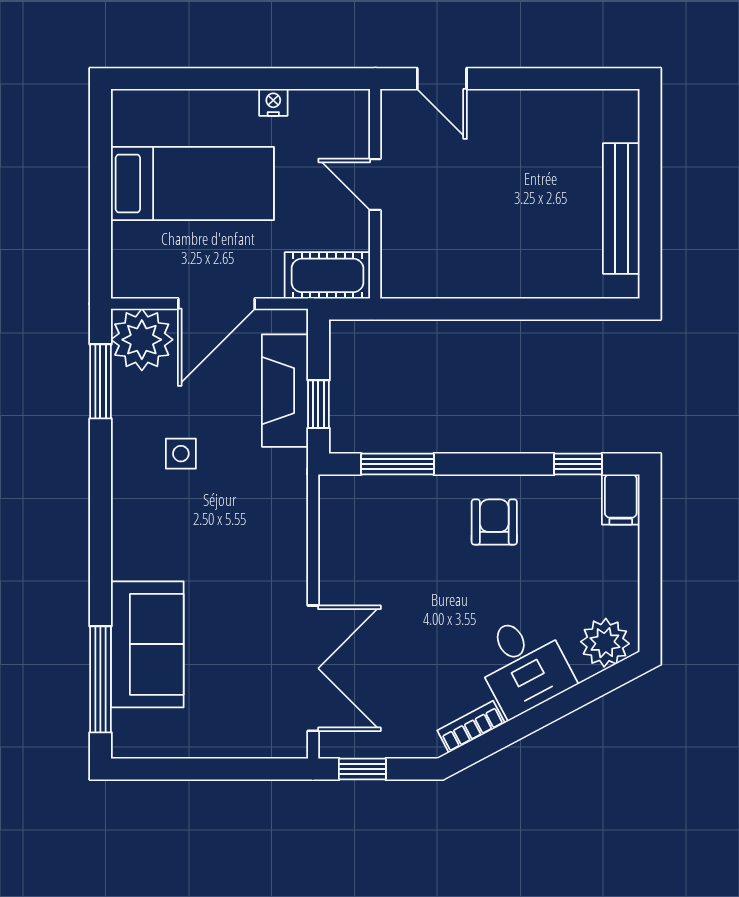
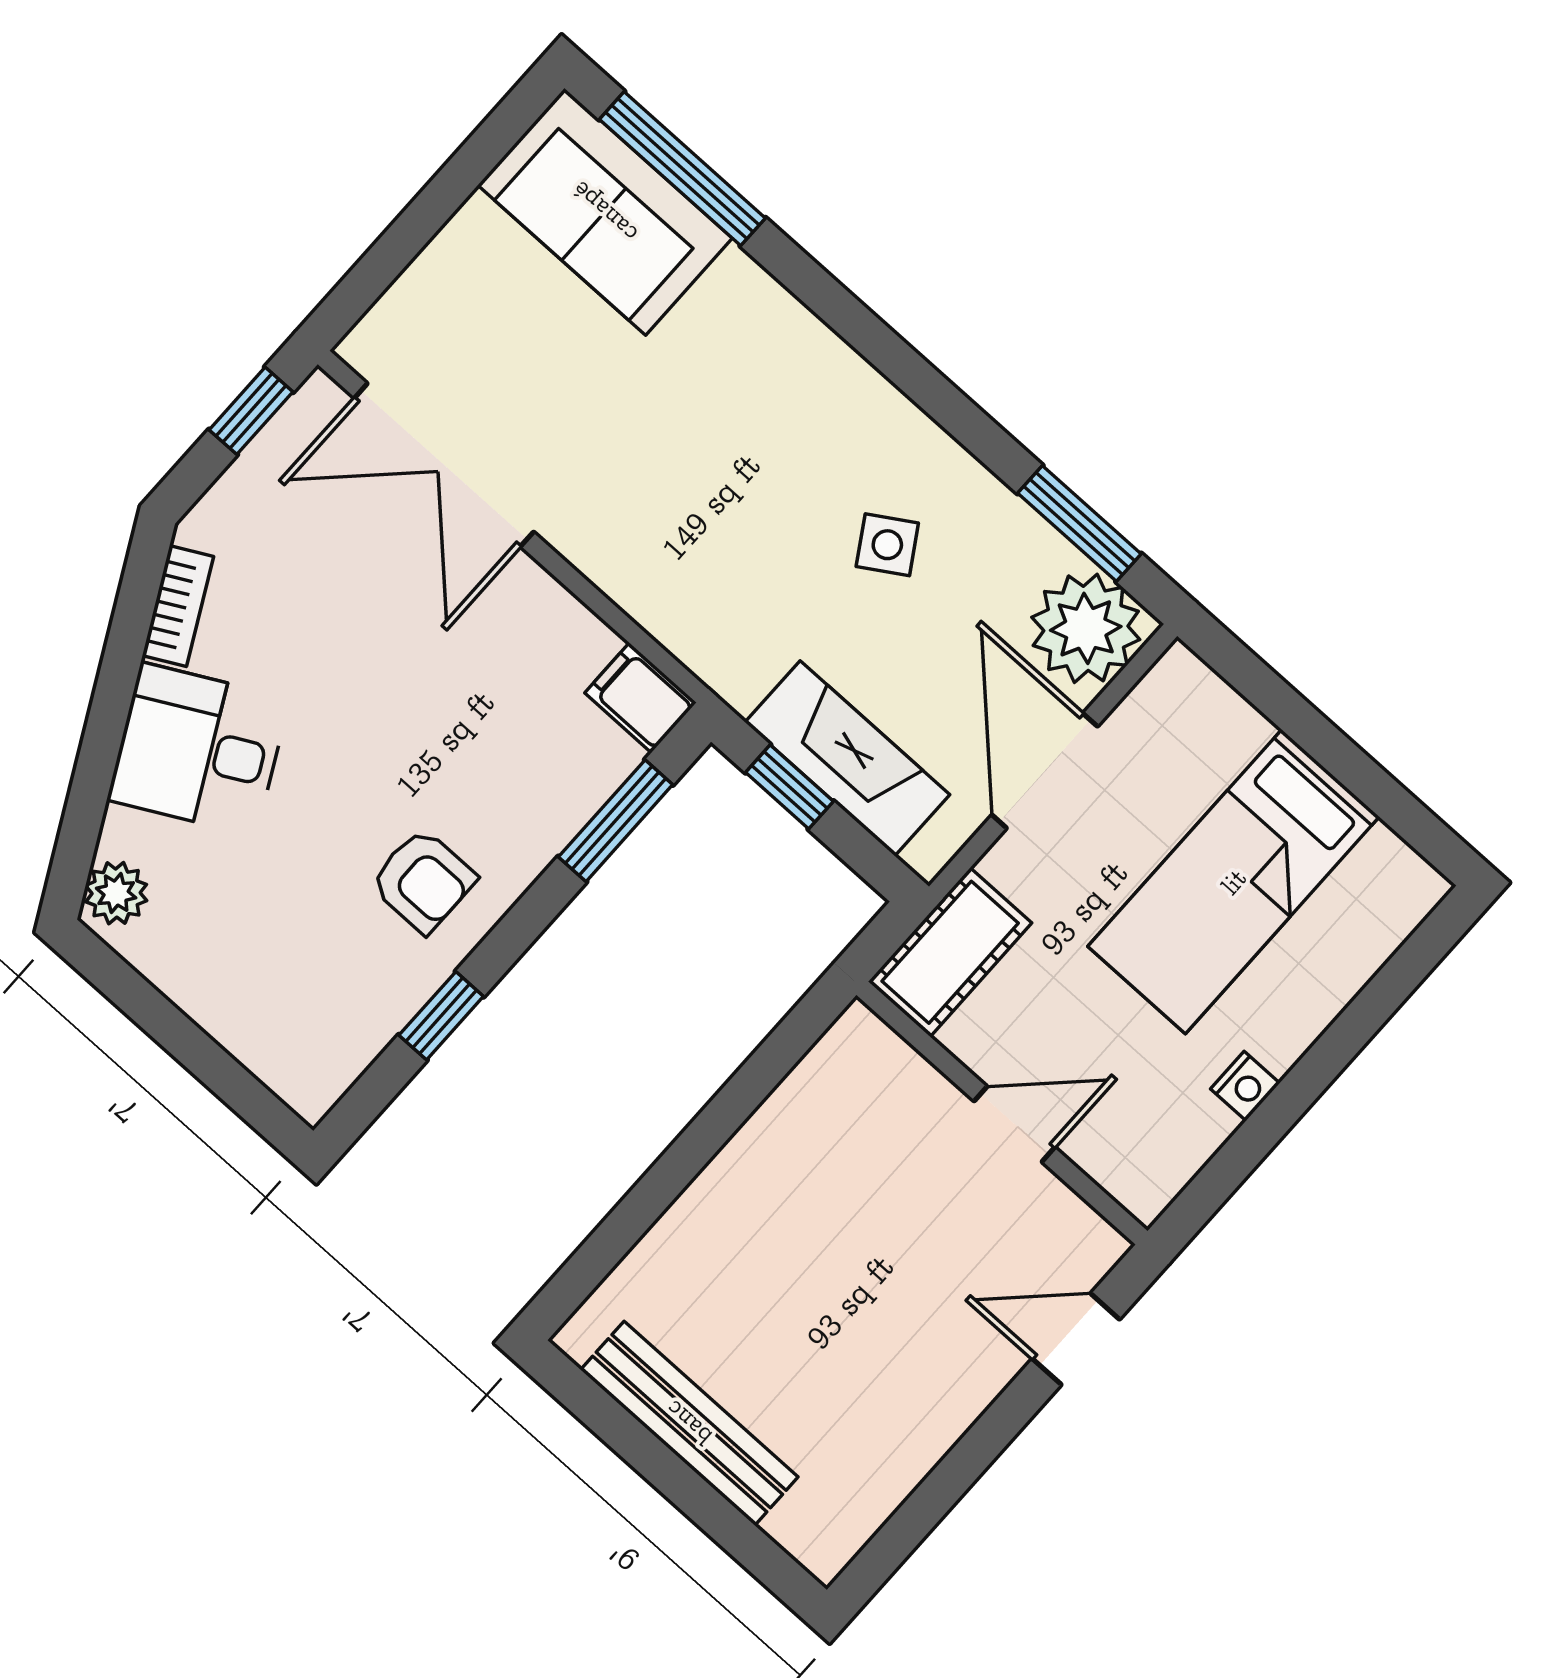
side table: (181, 454) -> (887, 545), turned -32
window: (578, 464) -> (441, 1016), moved
filing cabinet: (621, 500) -> (640, 698), moved
plant: (605, 643) -> (116, 893), width x0.73, depth x0.73
sofa: (147, 644) -> (605, 212), moved

